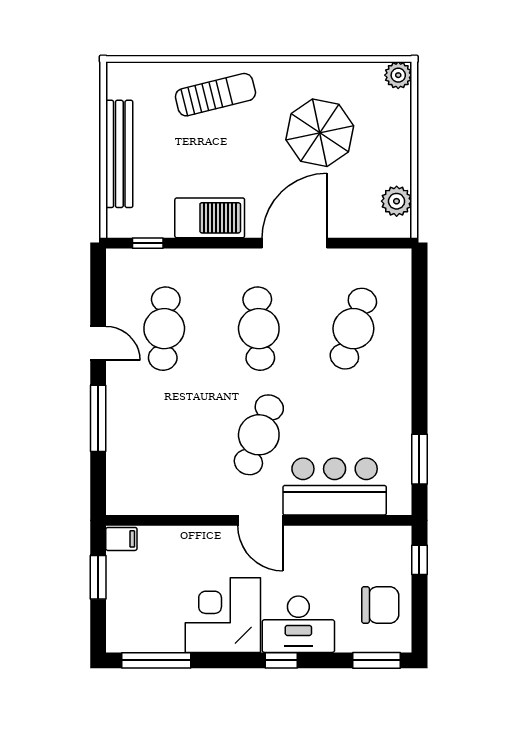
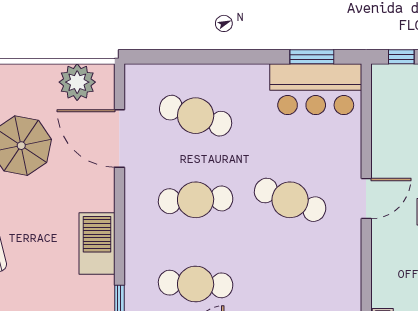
plant: (397, 201) -> (77, 82), width x1.36, depth x1.36
door: (294, 243) -> (119, 139), moved
bar counter: (335, 487) -> (316, 89), moved, turned -90

